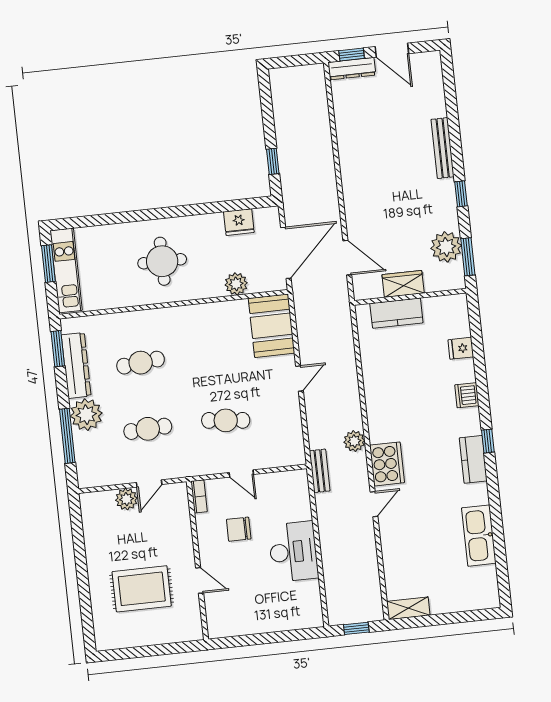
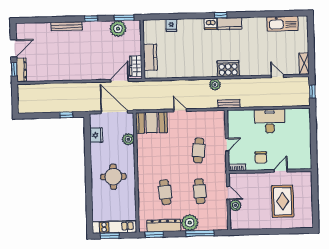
wardrobe: (403, 284) -> (136, 66), moved
dishwasher: (467, 395) -> (211, 24), moved
door: (374, 504) -> (277, 76), moved
chair: (239, 529) -> (261, 157), moved
kitchen sink: (479, 536) -> (283, 24), moved

